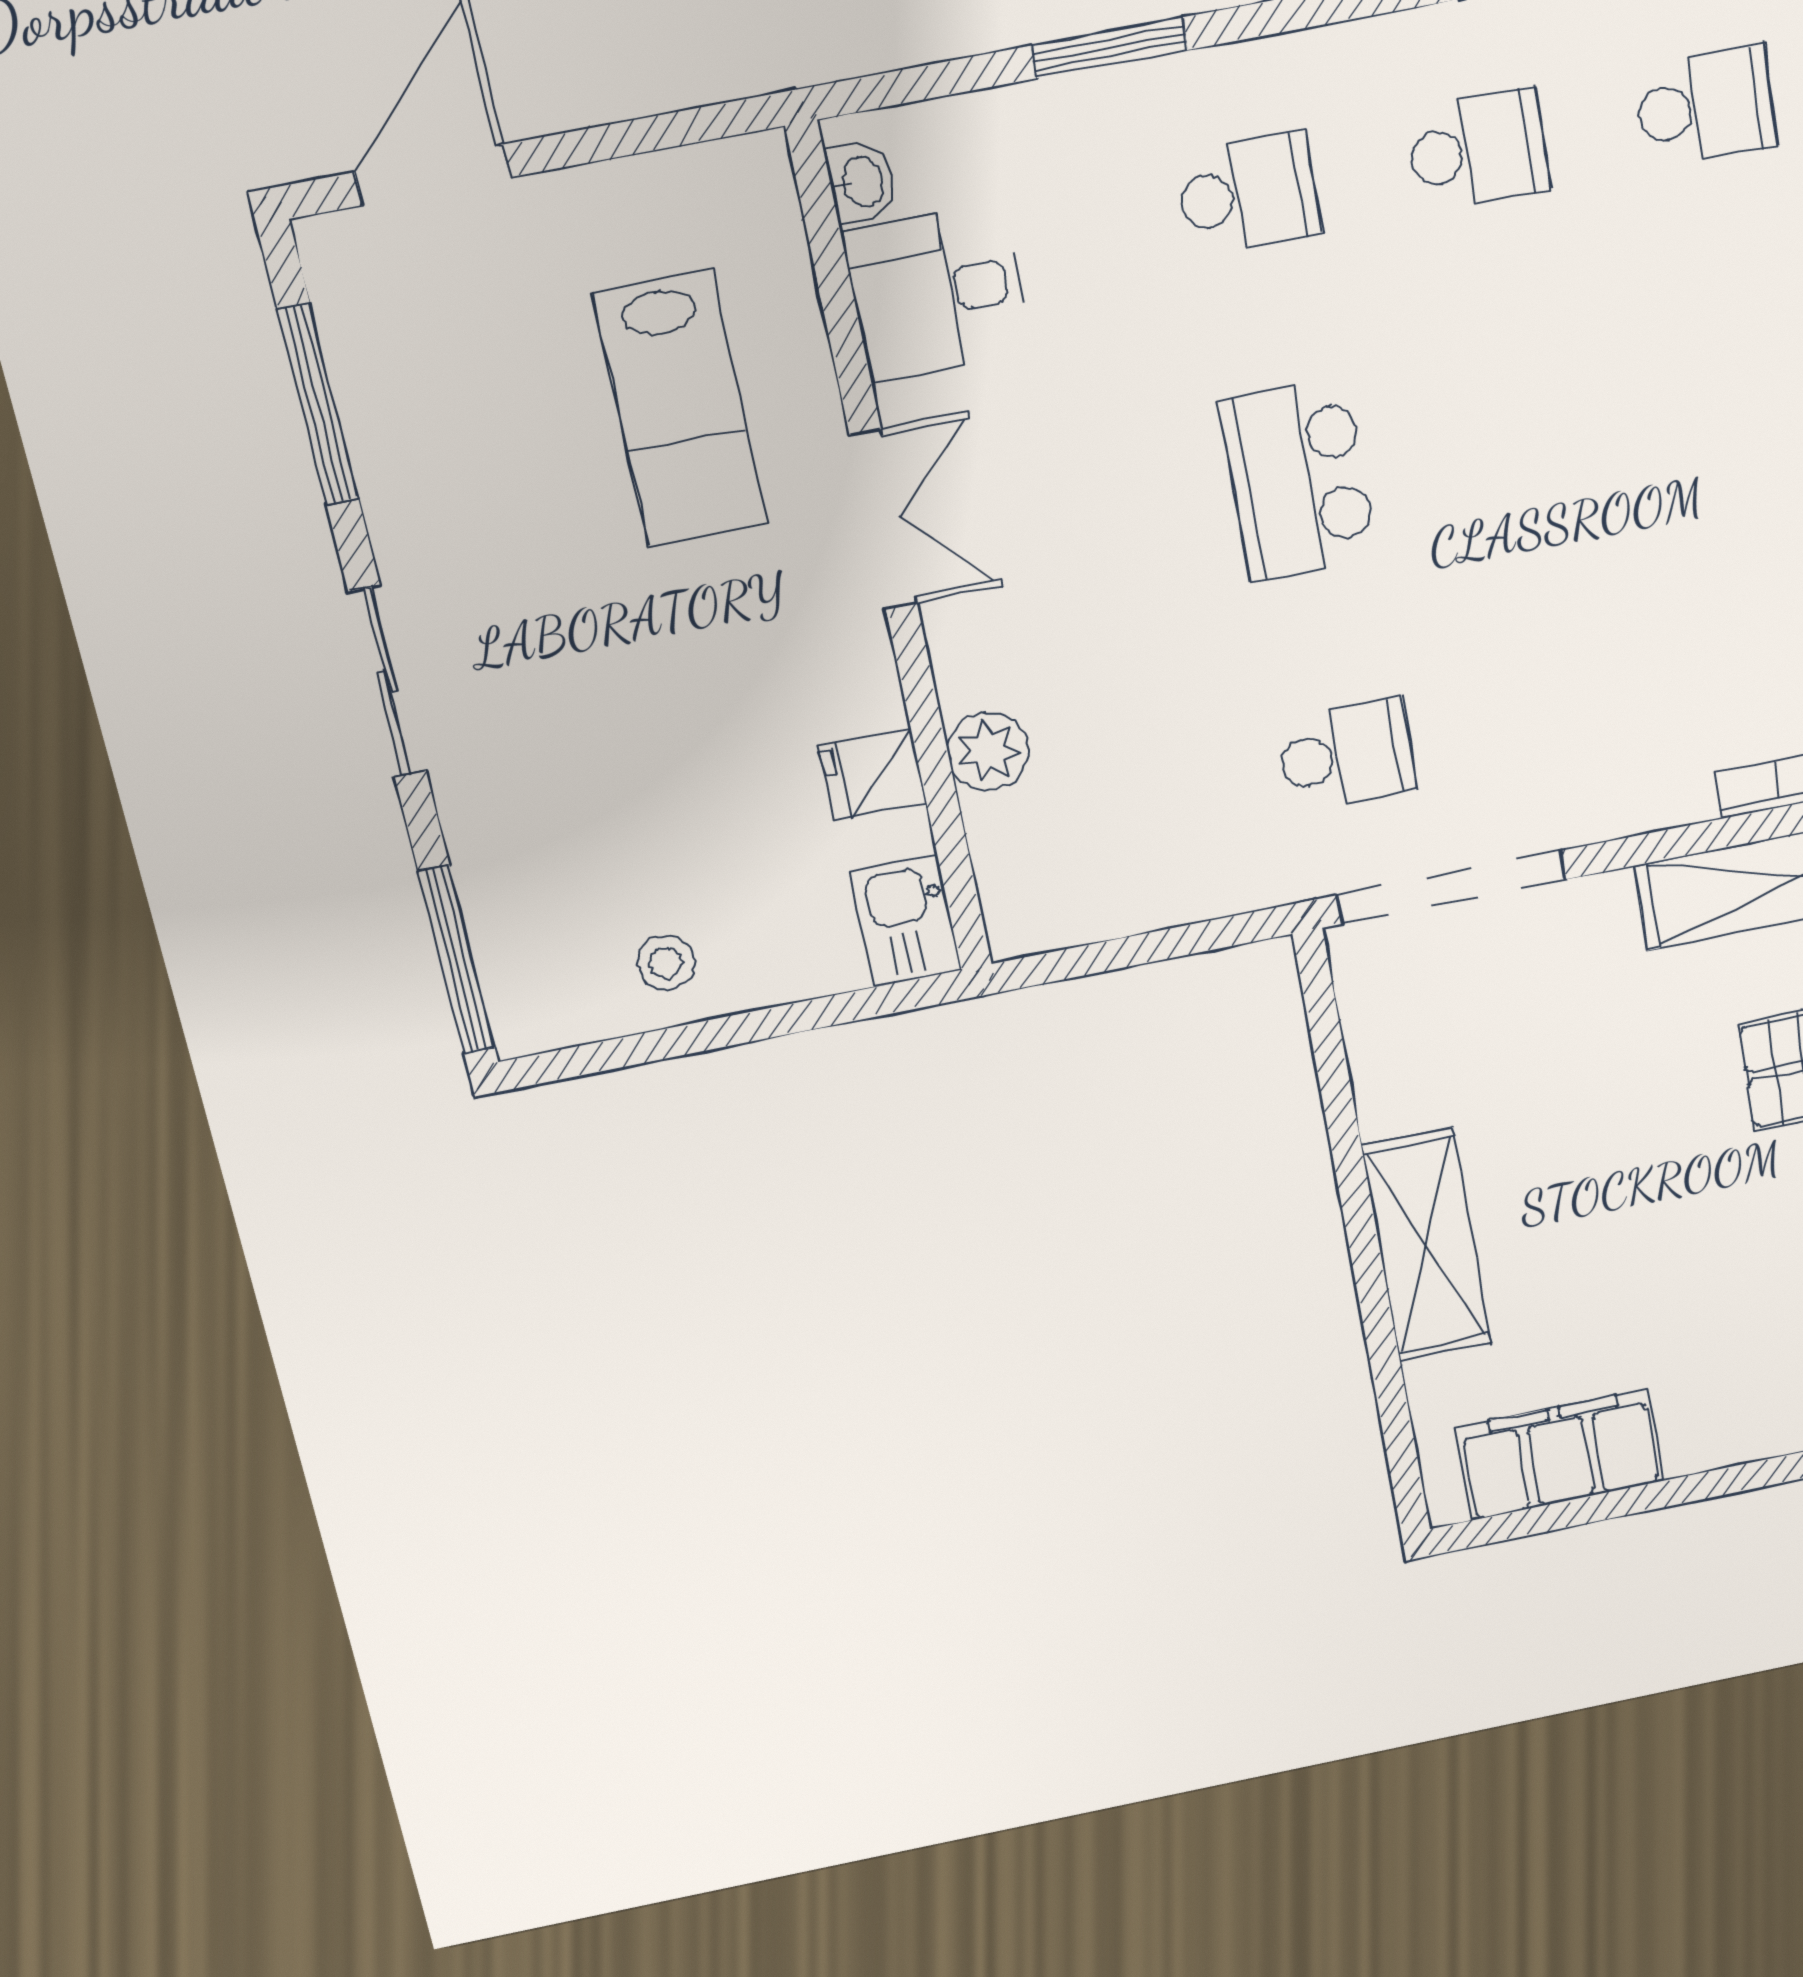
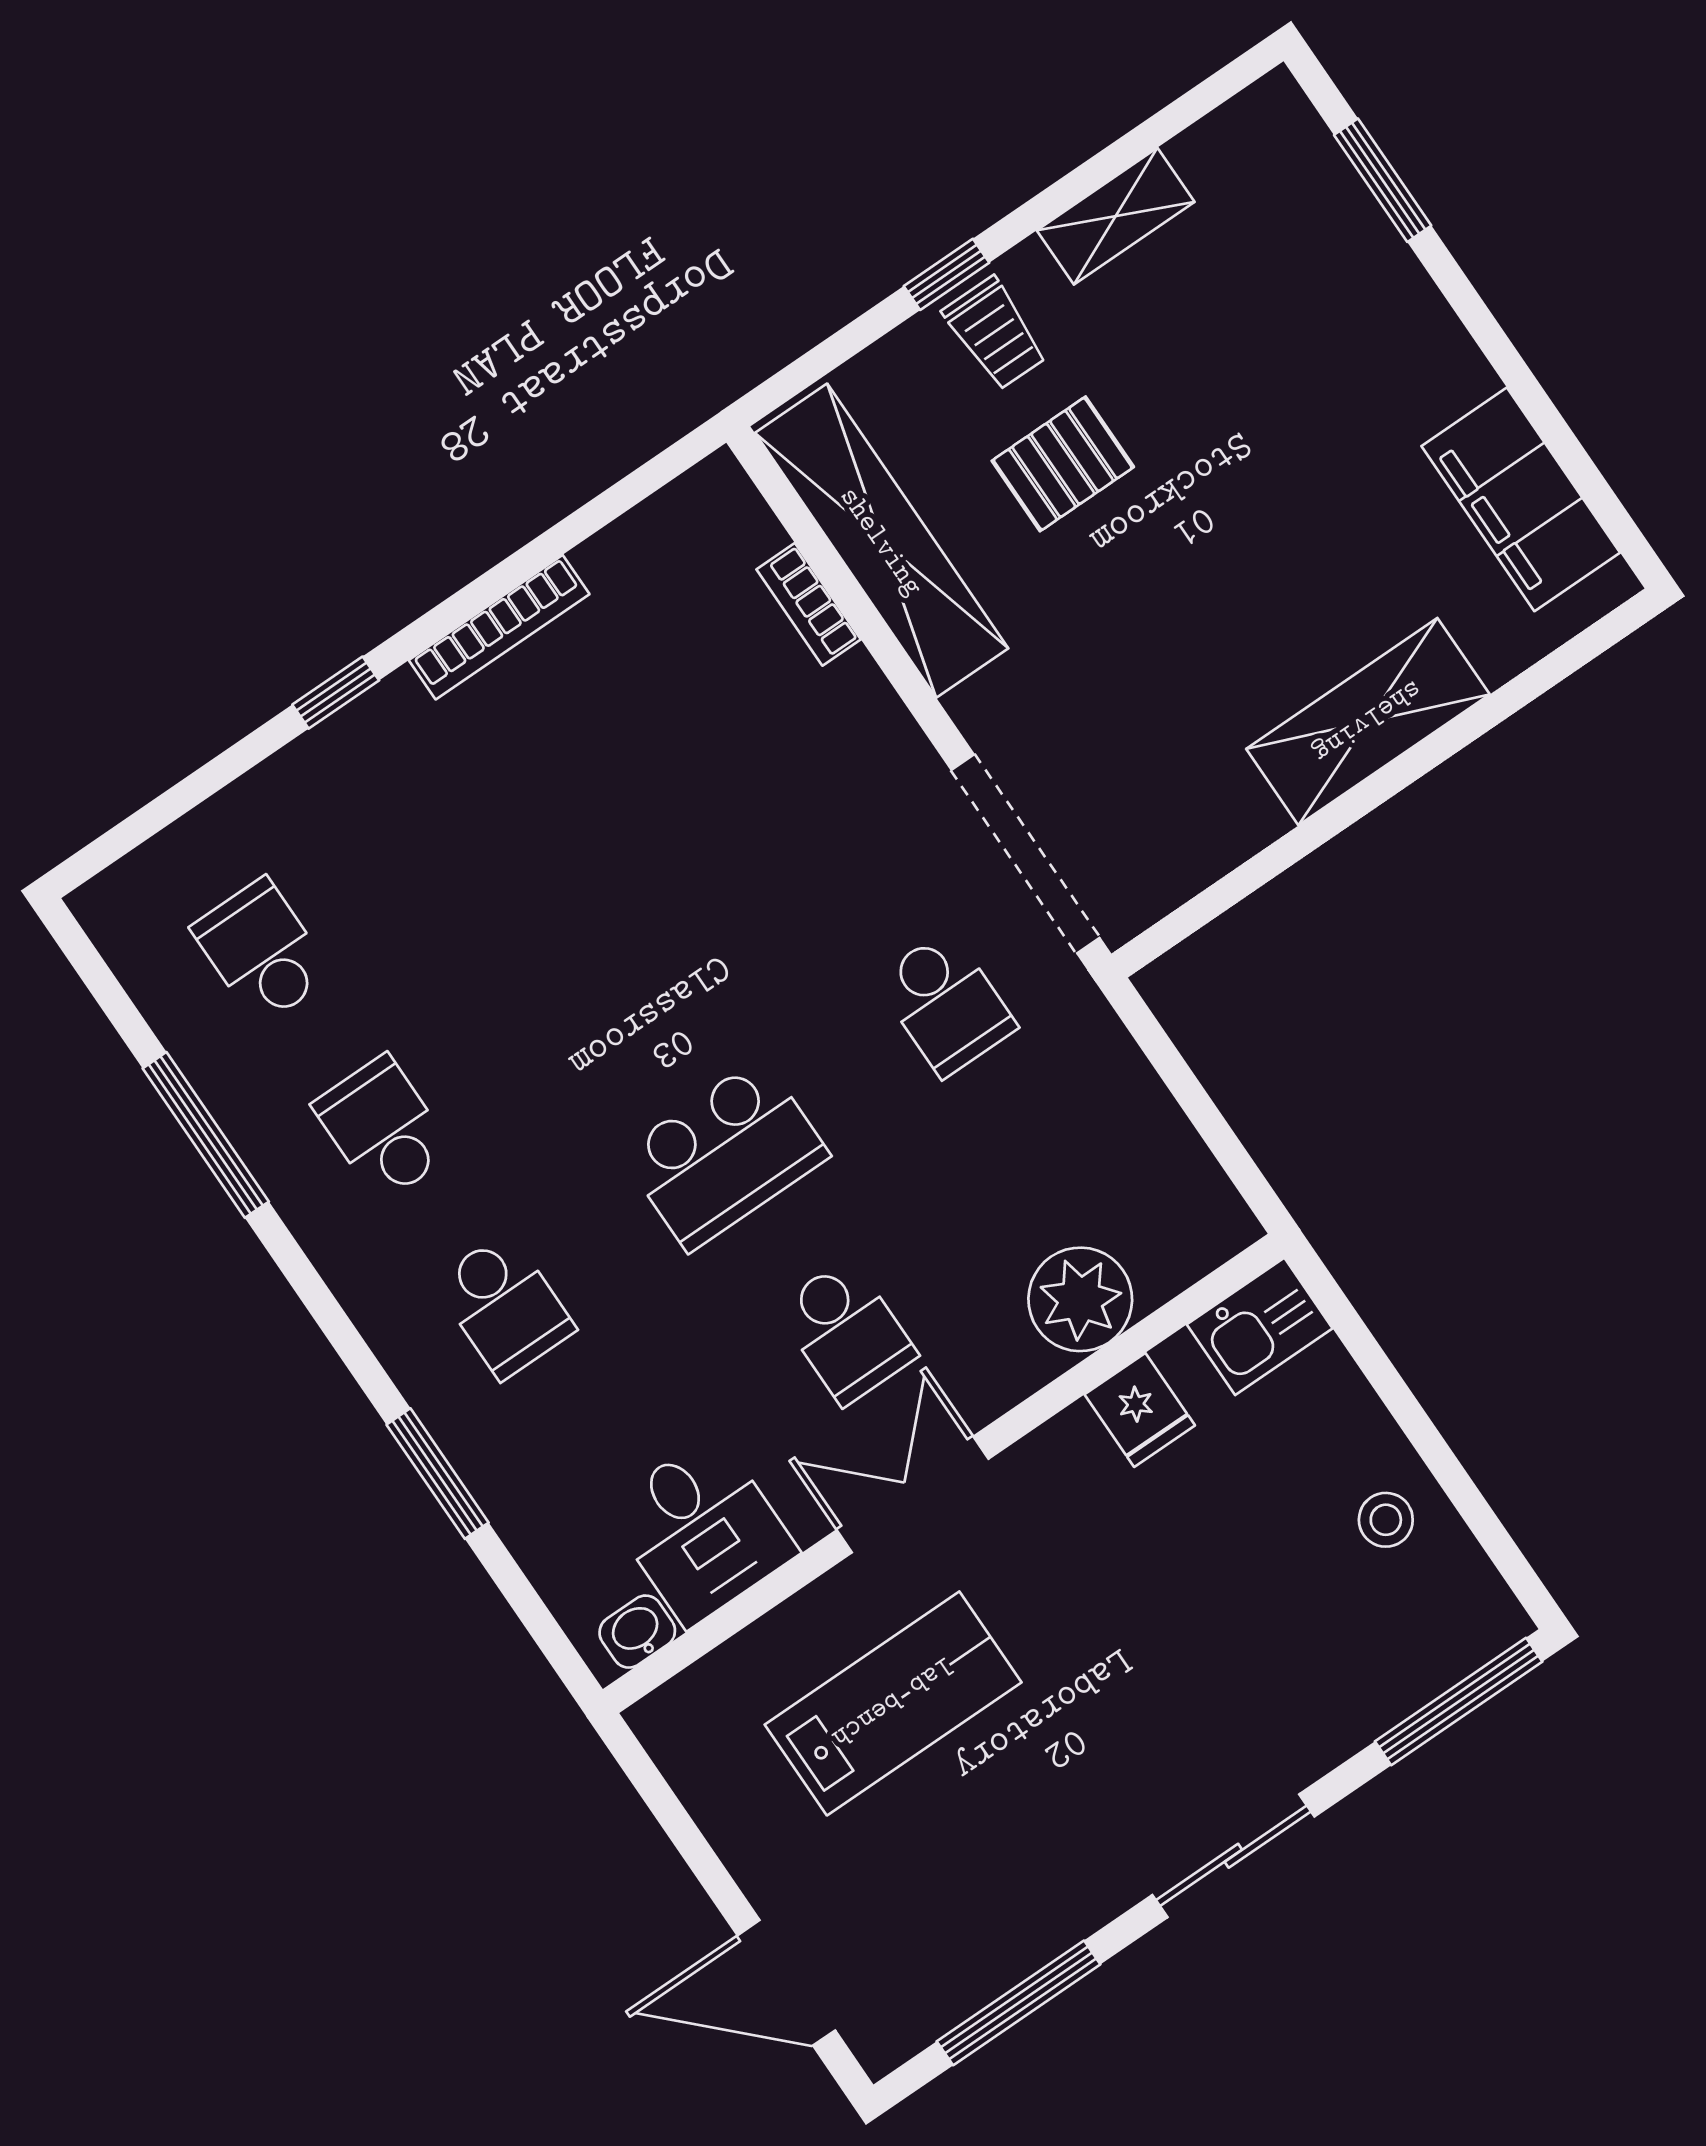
school desk: (1248, 193) -> (504, 1306), turned 180
school desk: (1073, 524) -> (846, 1331), added
plant: (988, 751) -> (1080, 1299), width x1.36, depth x1.36
school desk: (1346, 754) -> (946, 1003), turned 180

